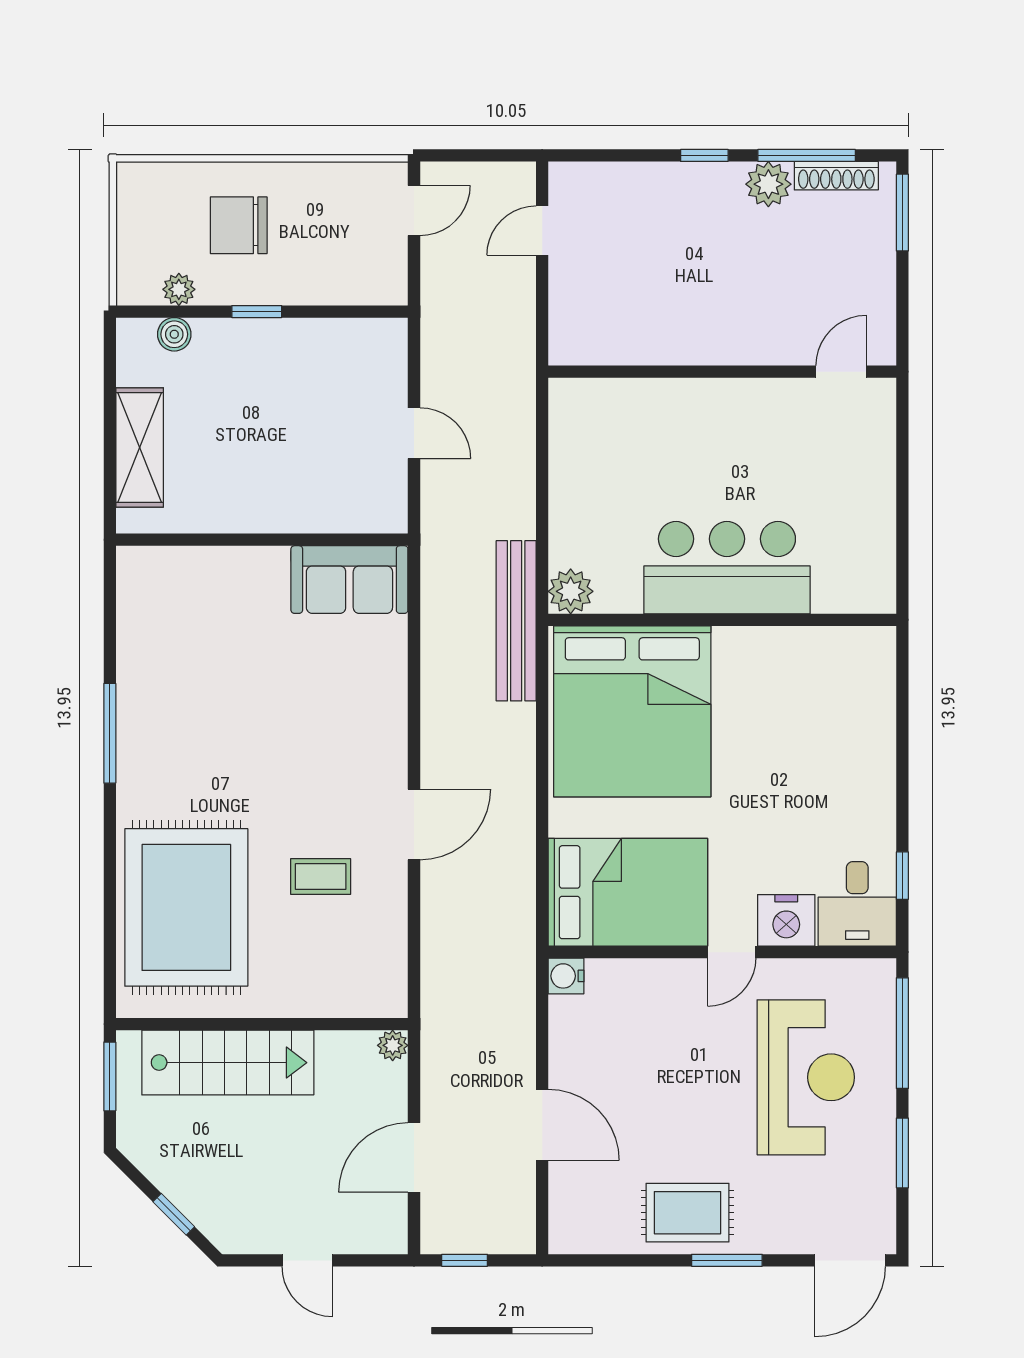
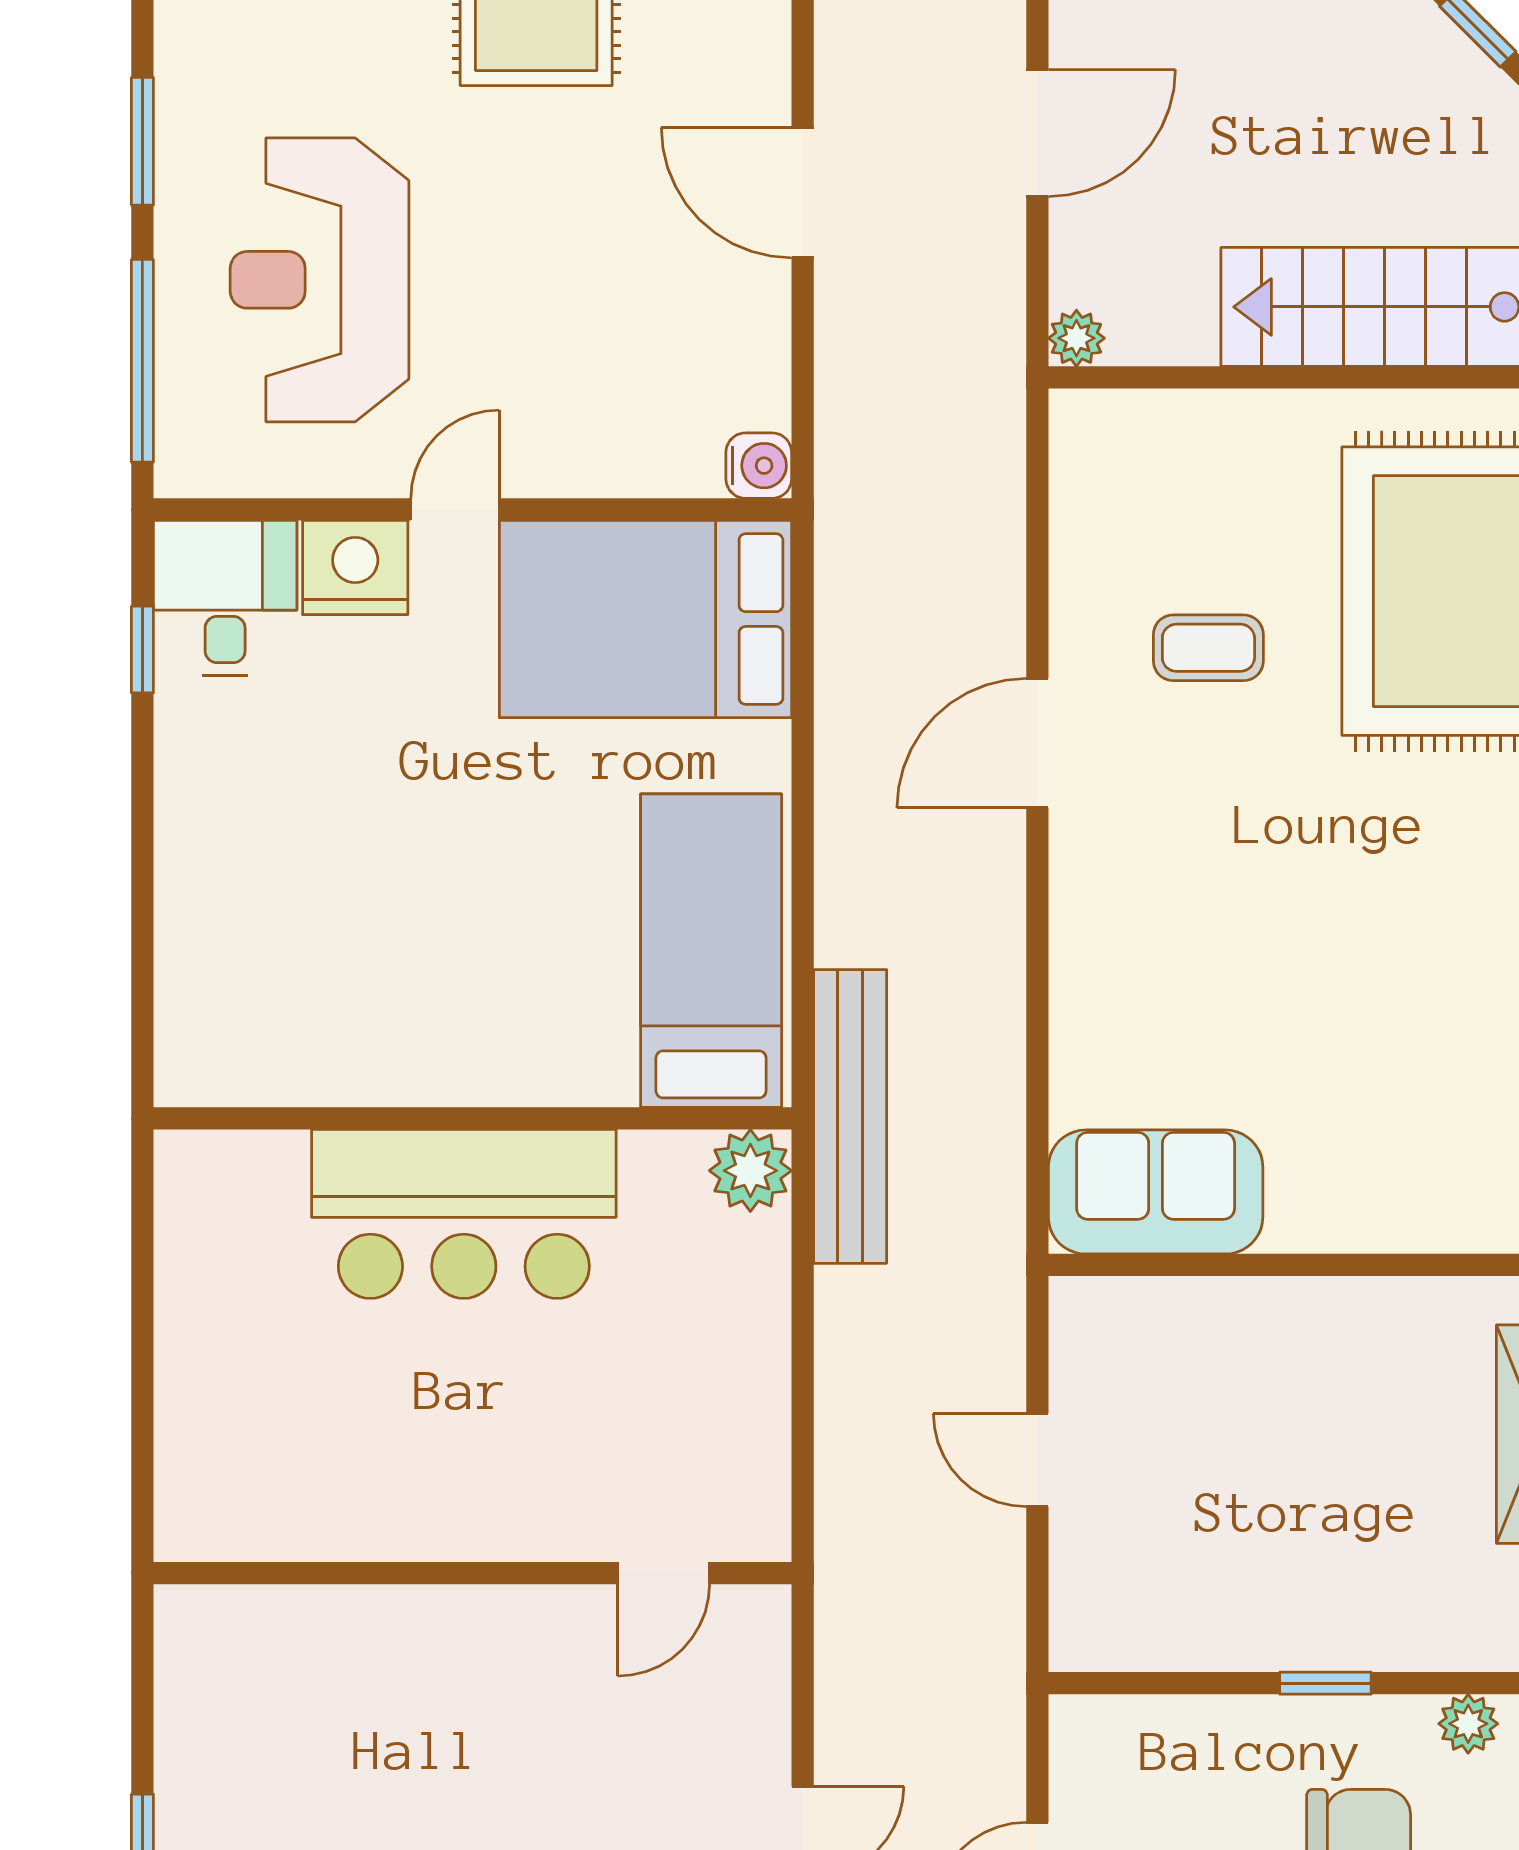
boiler: (174, 334) -> (1477, 1641), removed
door: (841, 372) -> (664, 1573), moved
bed: (632, 711) -> (711, 951), width x0.49

